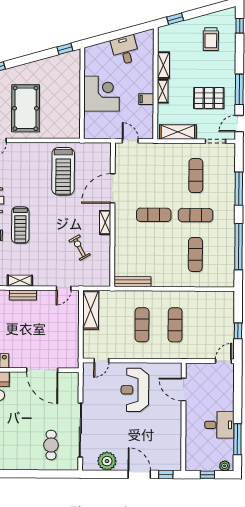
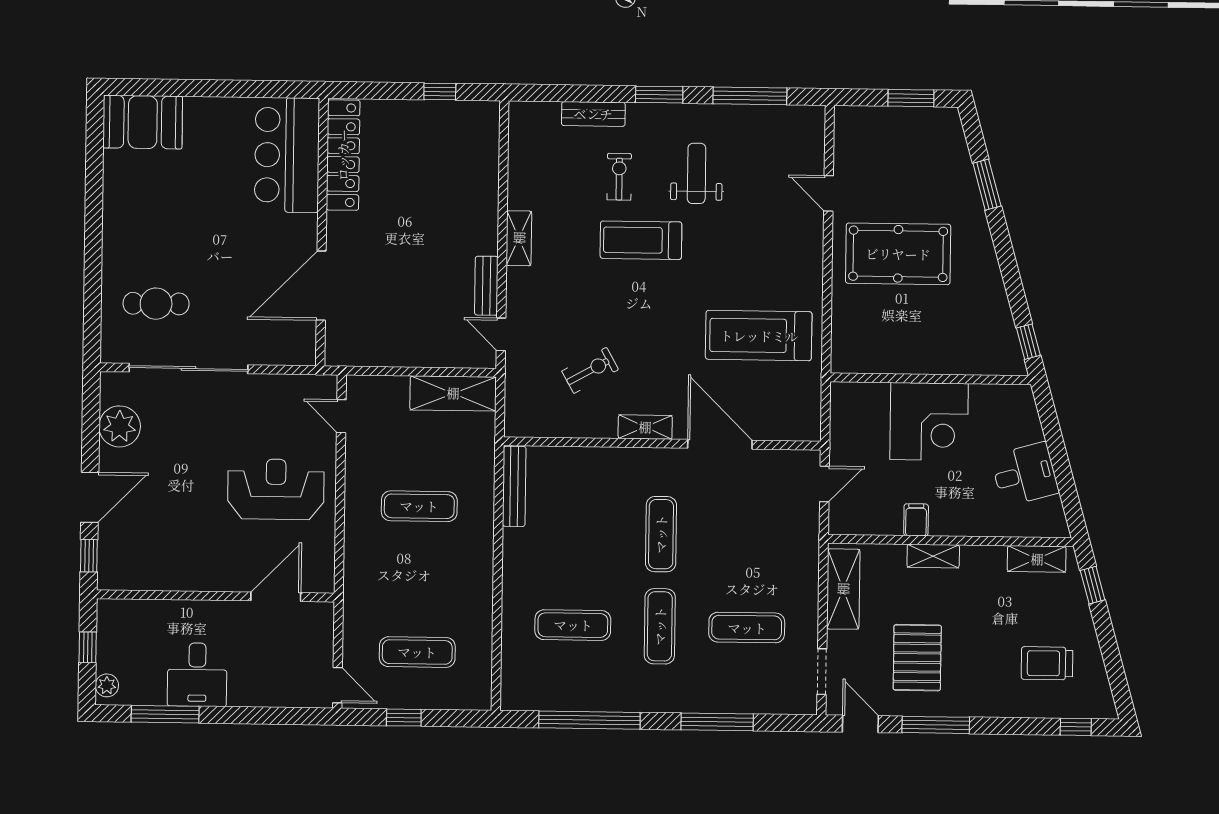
shelving: (163, 65) -> (1037, 559), moved
bench: (23, 295) -> (486, 286), moved
exercise mat: (175, 325) -> (417, 652), moved

